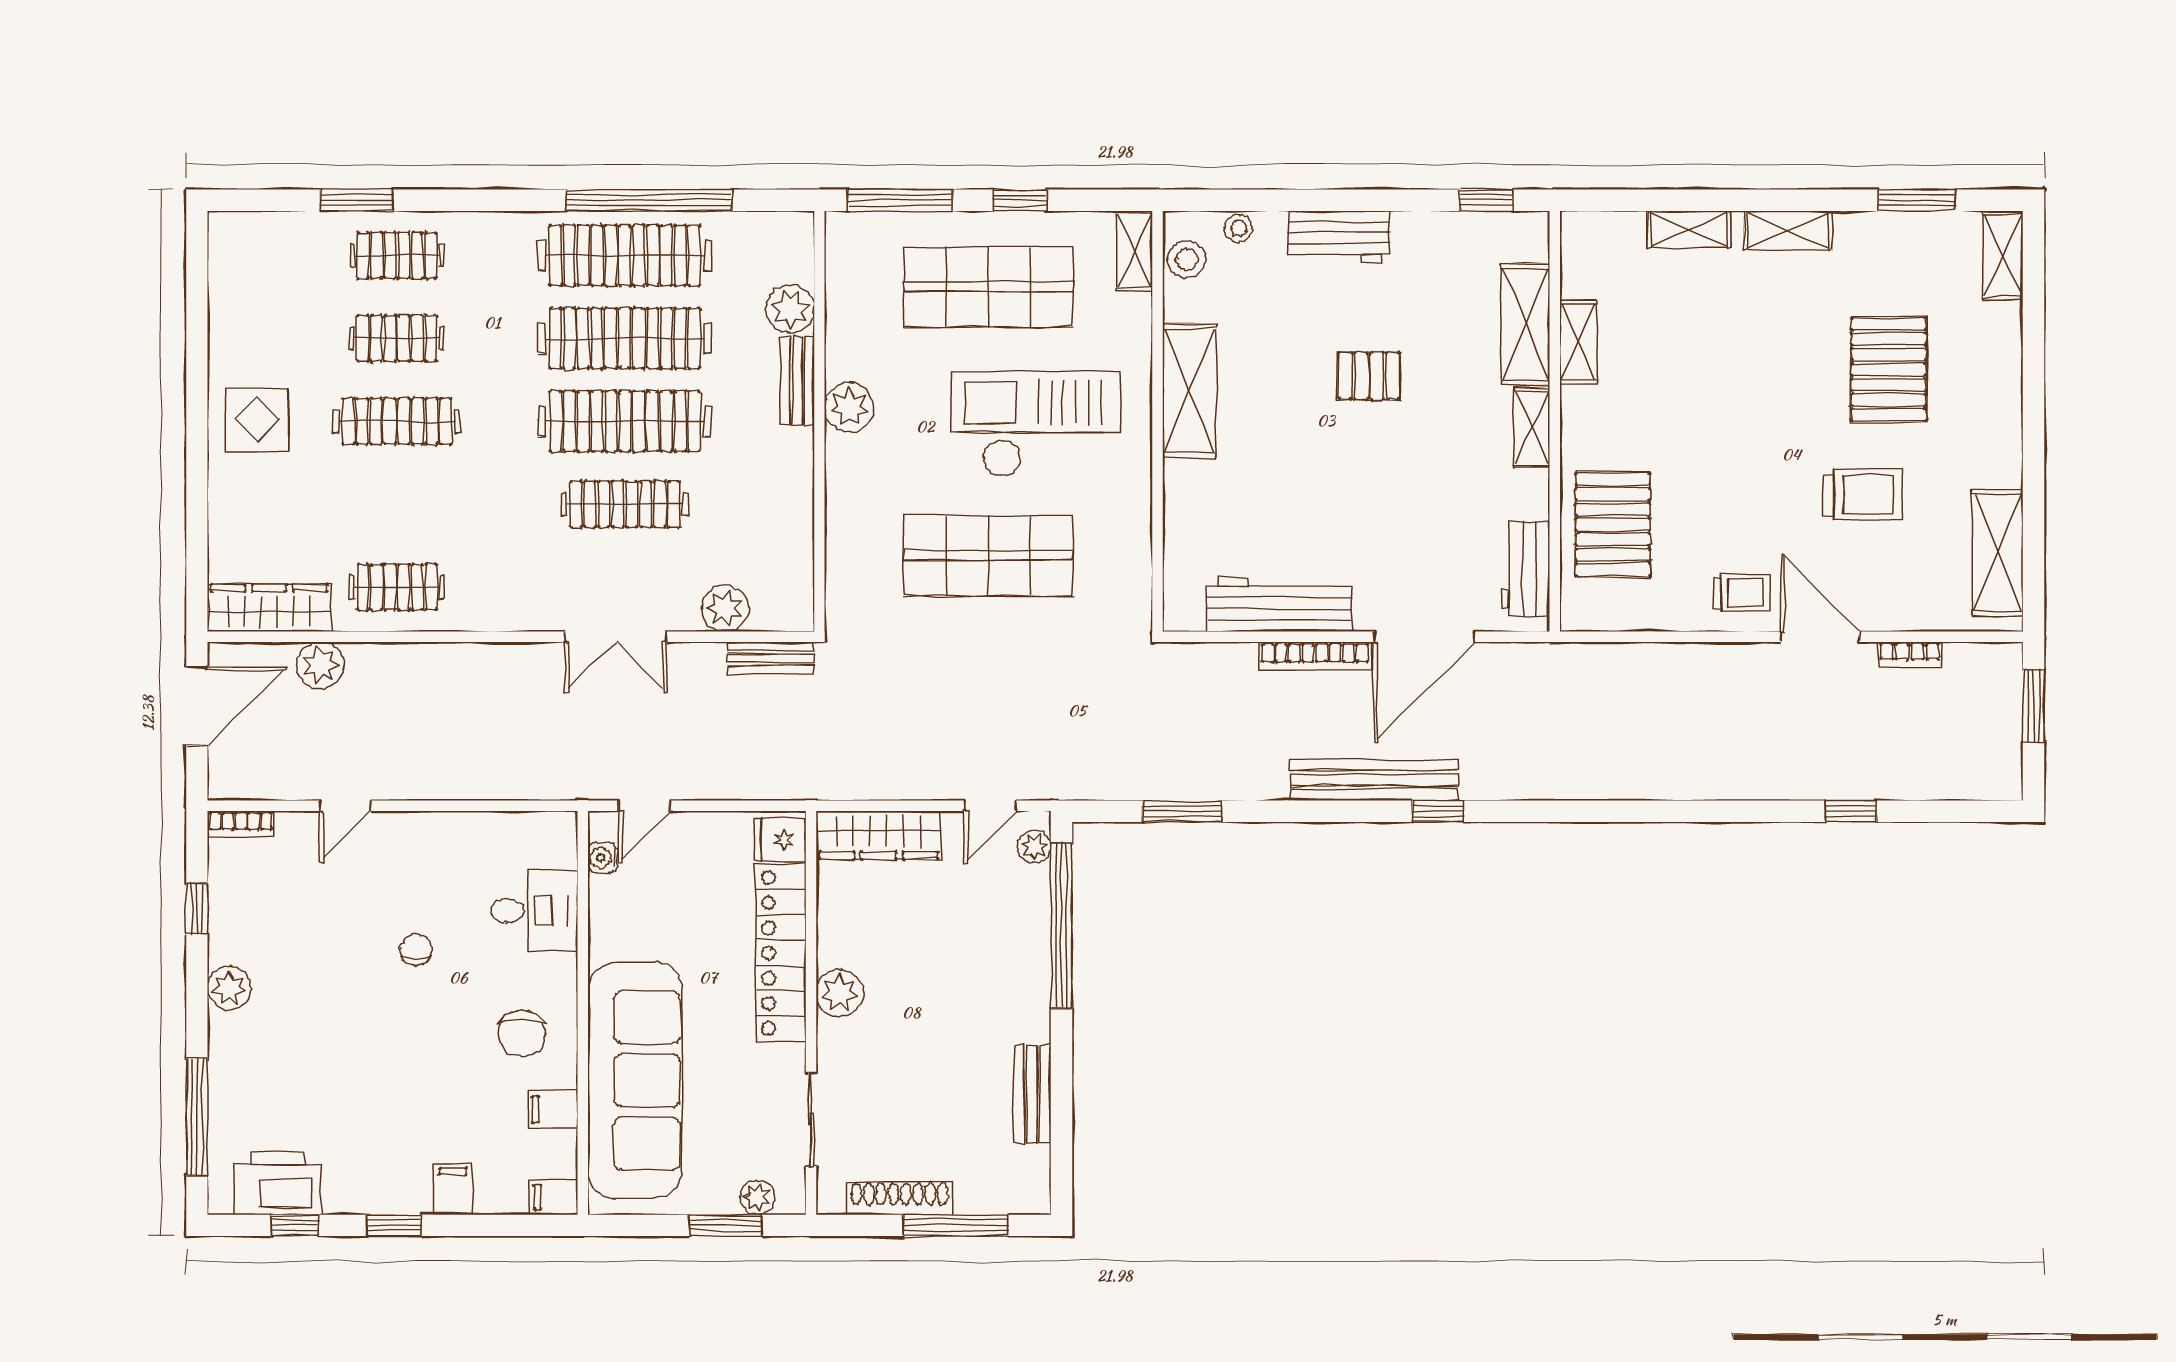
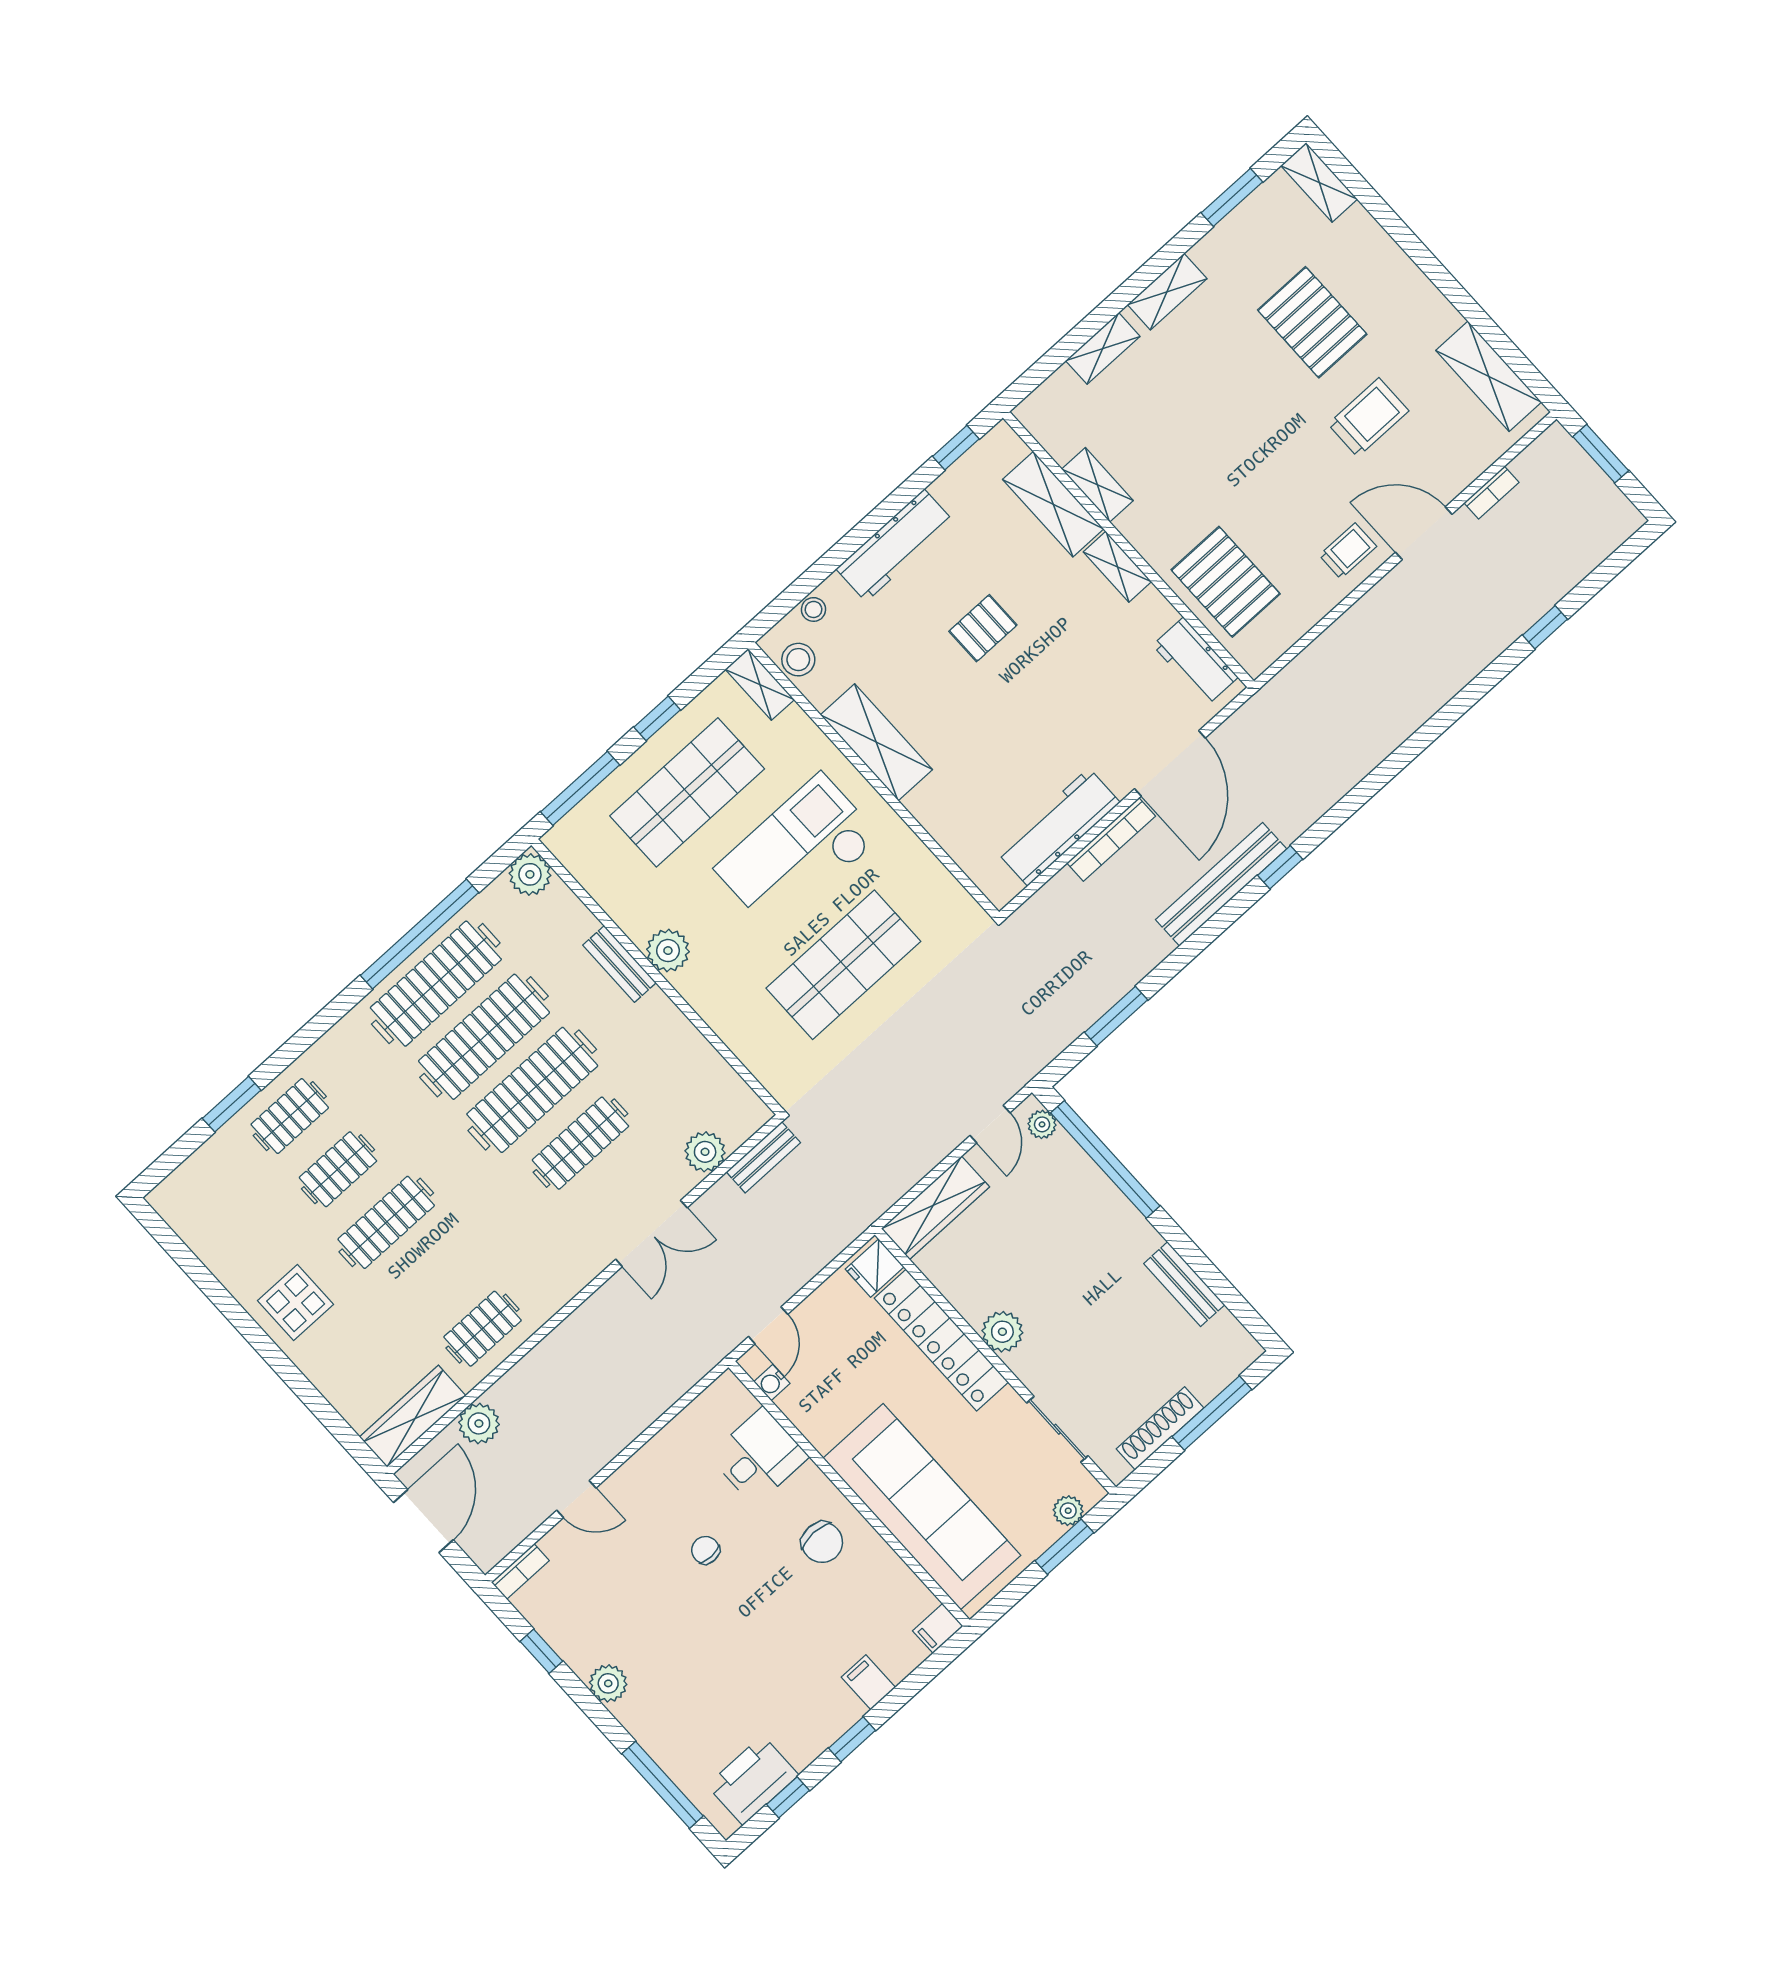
workbench: (1339, 237) -> (895, 545), width x1.38
plant: (790, 309) -> (530, 874), moved
door: (345, 806) -> (576, 1499), hinge flipped
filing cabinet: (553, 1109) -> (886, 1573), removed

